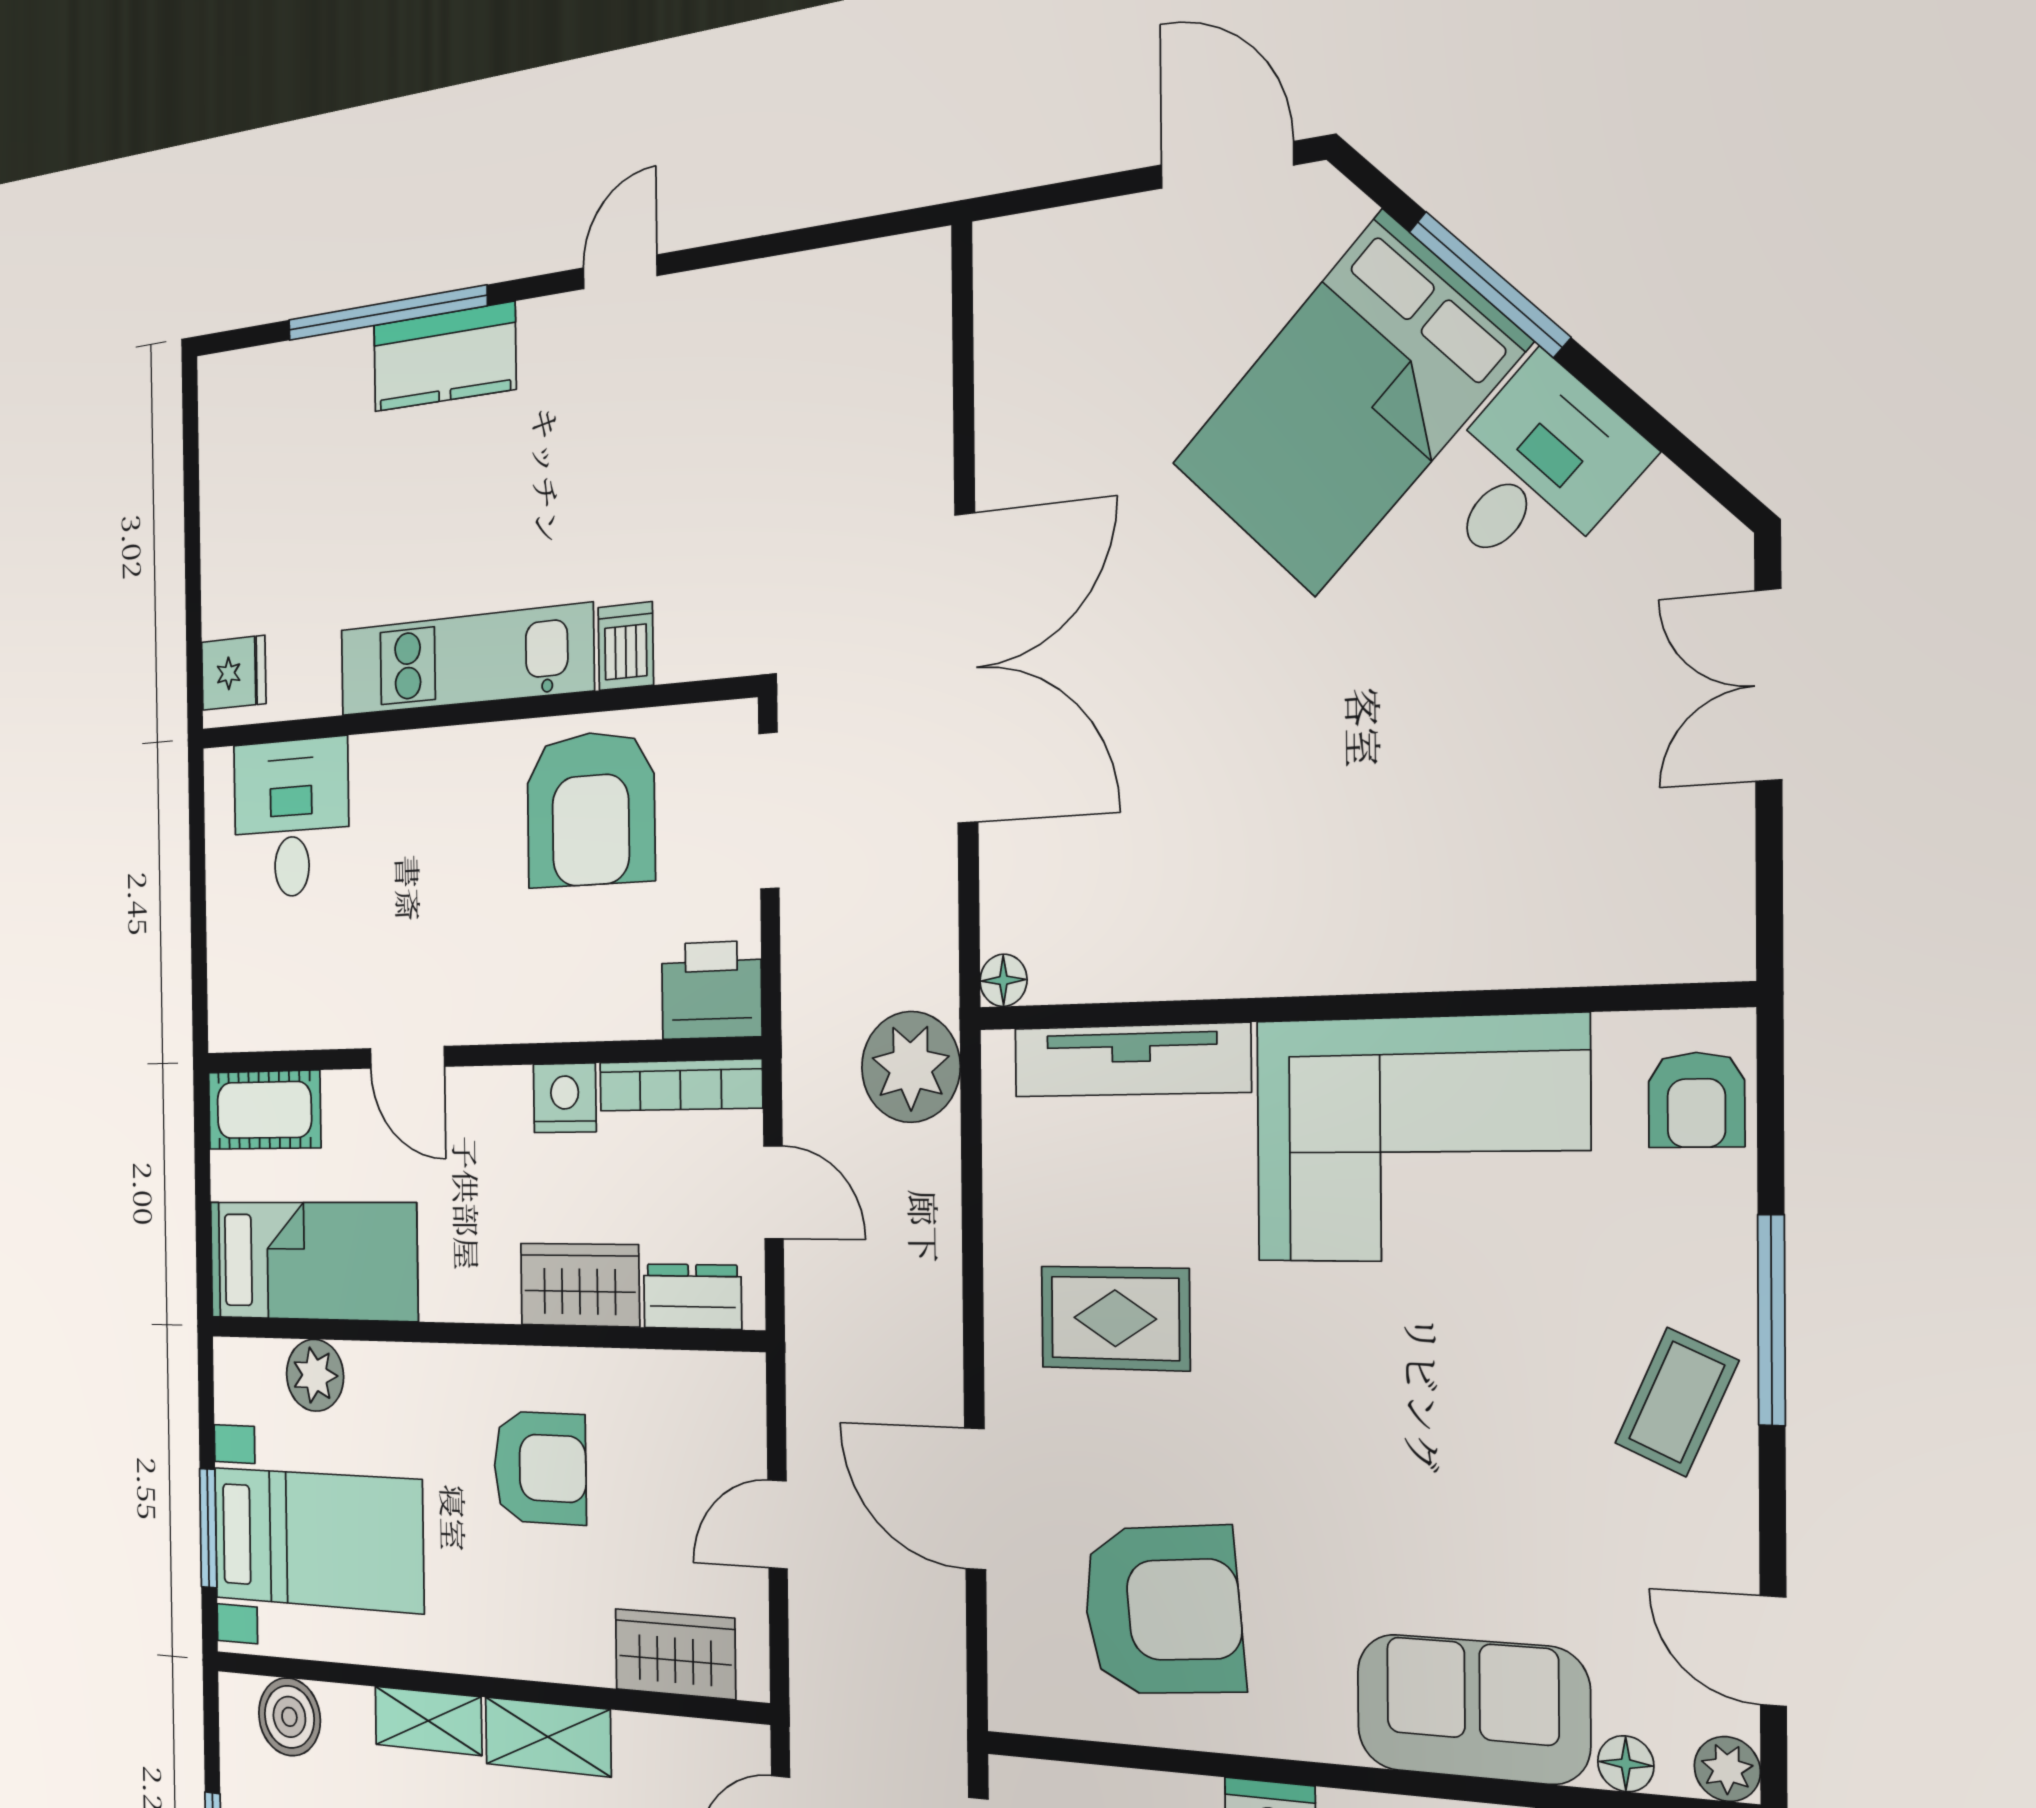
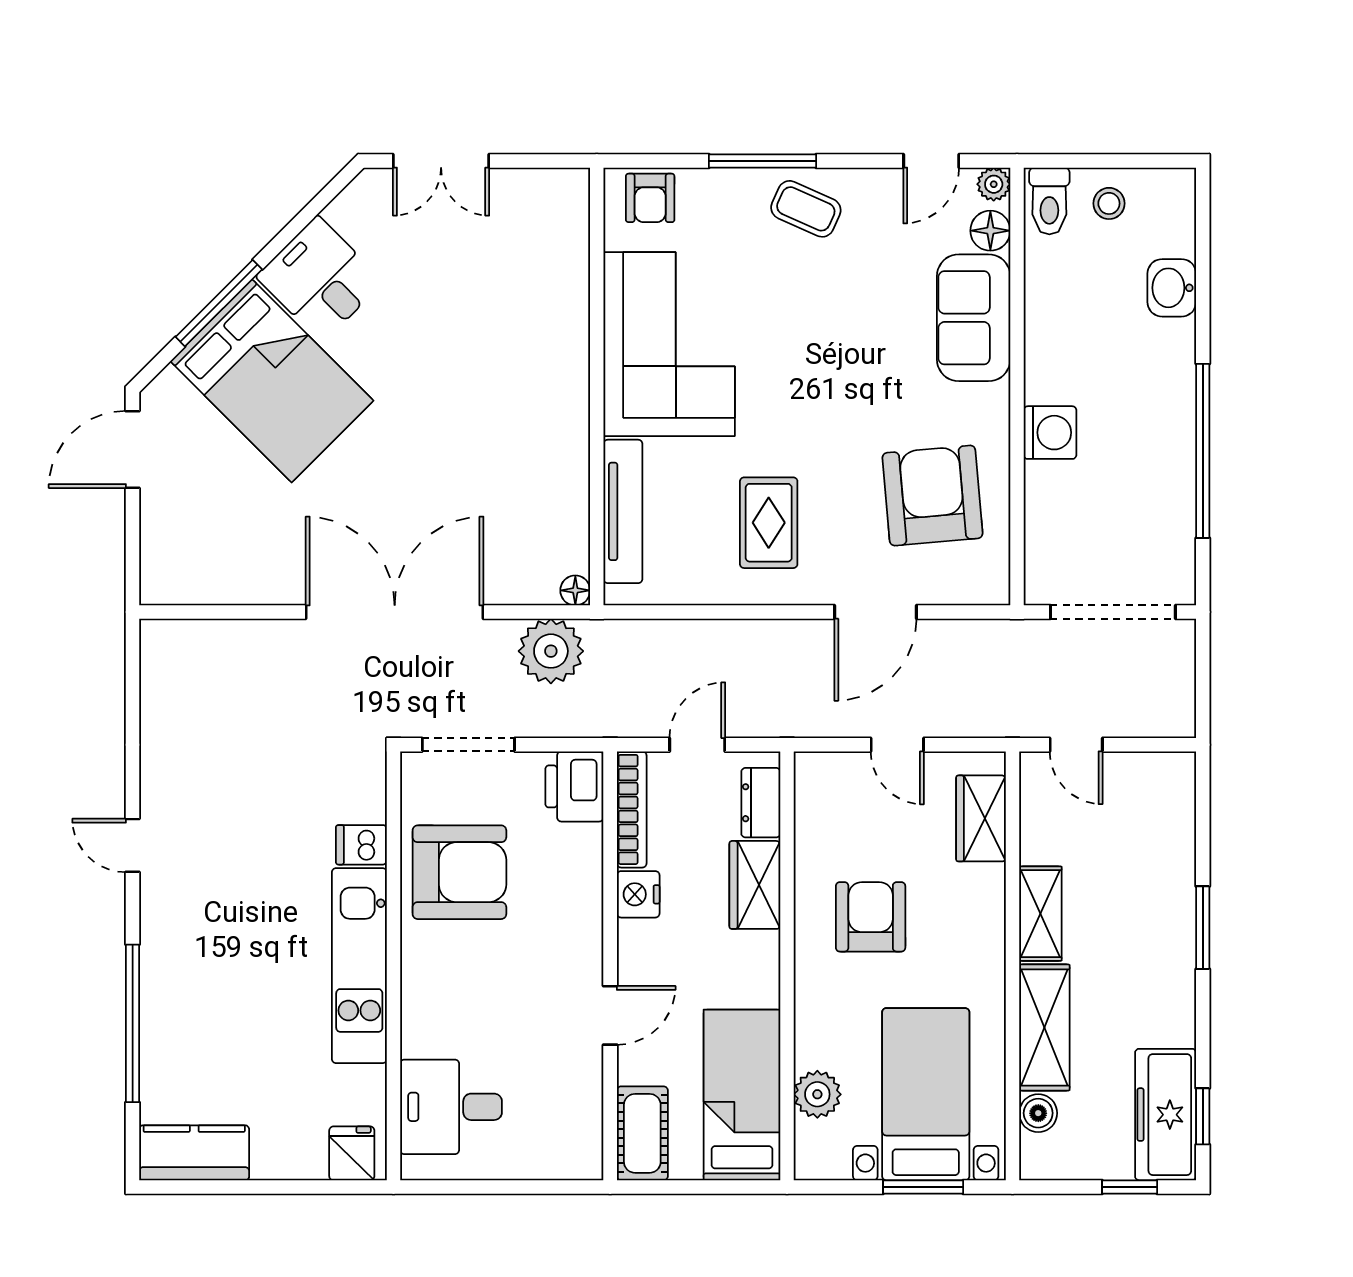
kitchen counter: (444, 357) -> (194, 1153), moved, turned -90
plant: (911, 1067) -> (551, 651), moved
armchair: (1696, 1100) -> (650, 198), turned 90
boiler: (289, 1717) -> (1038, 1113), width x0.73, depth x0.73
shelving: (428, 1721) -> (1044, 1028), width x1.50, depth x1.33
floor lamp: (1626, 1764) -> (990, 231), width x1.37, depth x1.37

